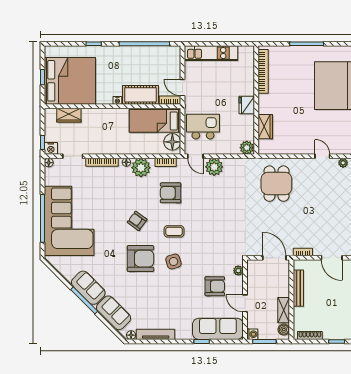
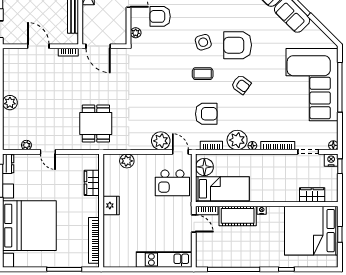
bookcase: (263, 71) -> (94, 240), moved
wall: (256, 100) -> (101, 211), moved
fridge: (247, 105) -> (111, 205), moved
wardrobe: (265, 127) -> (92, 183), moved

